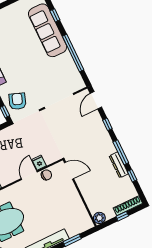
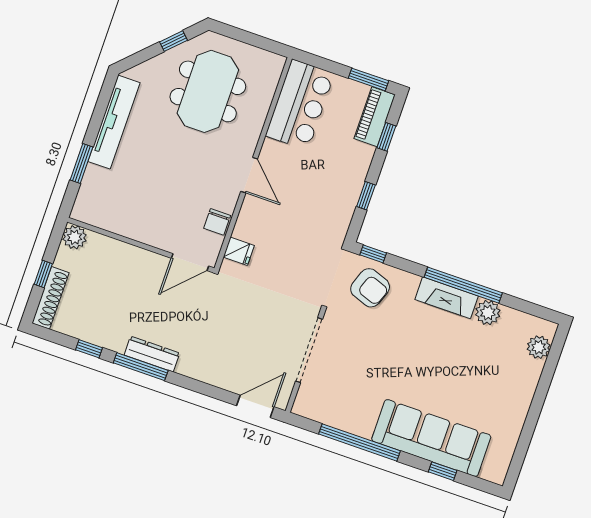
door: (96, 100) -> (255, 406), hinge flipped
window: (107, 124) -> (202, 388), removed
fridge: (39, 163) -> (239, 251), moved
dresser: (119, 165) -> (152, 354), moved
door: (29, 175) -> (249, 175), moved

